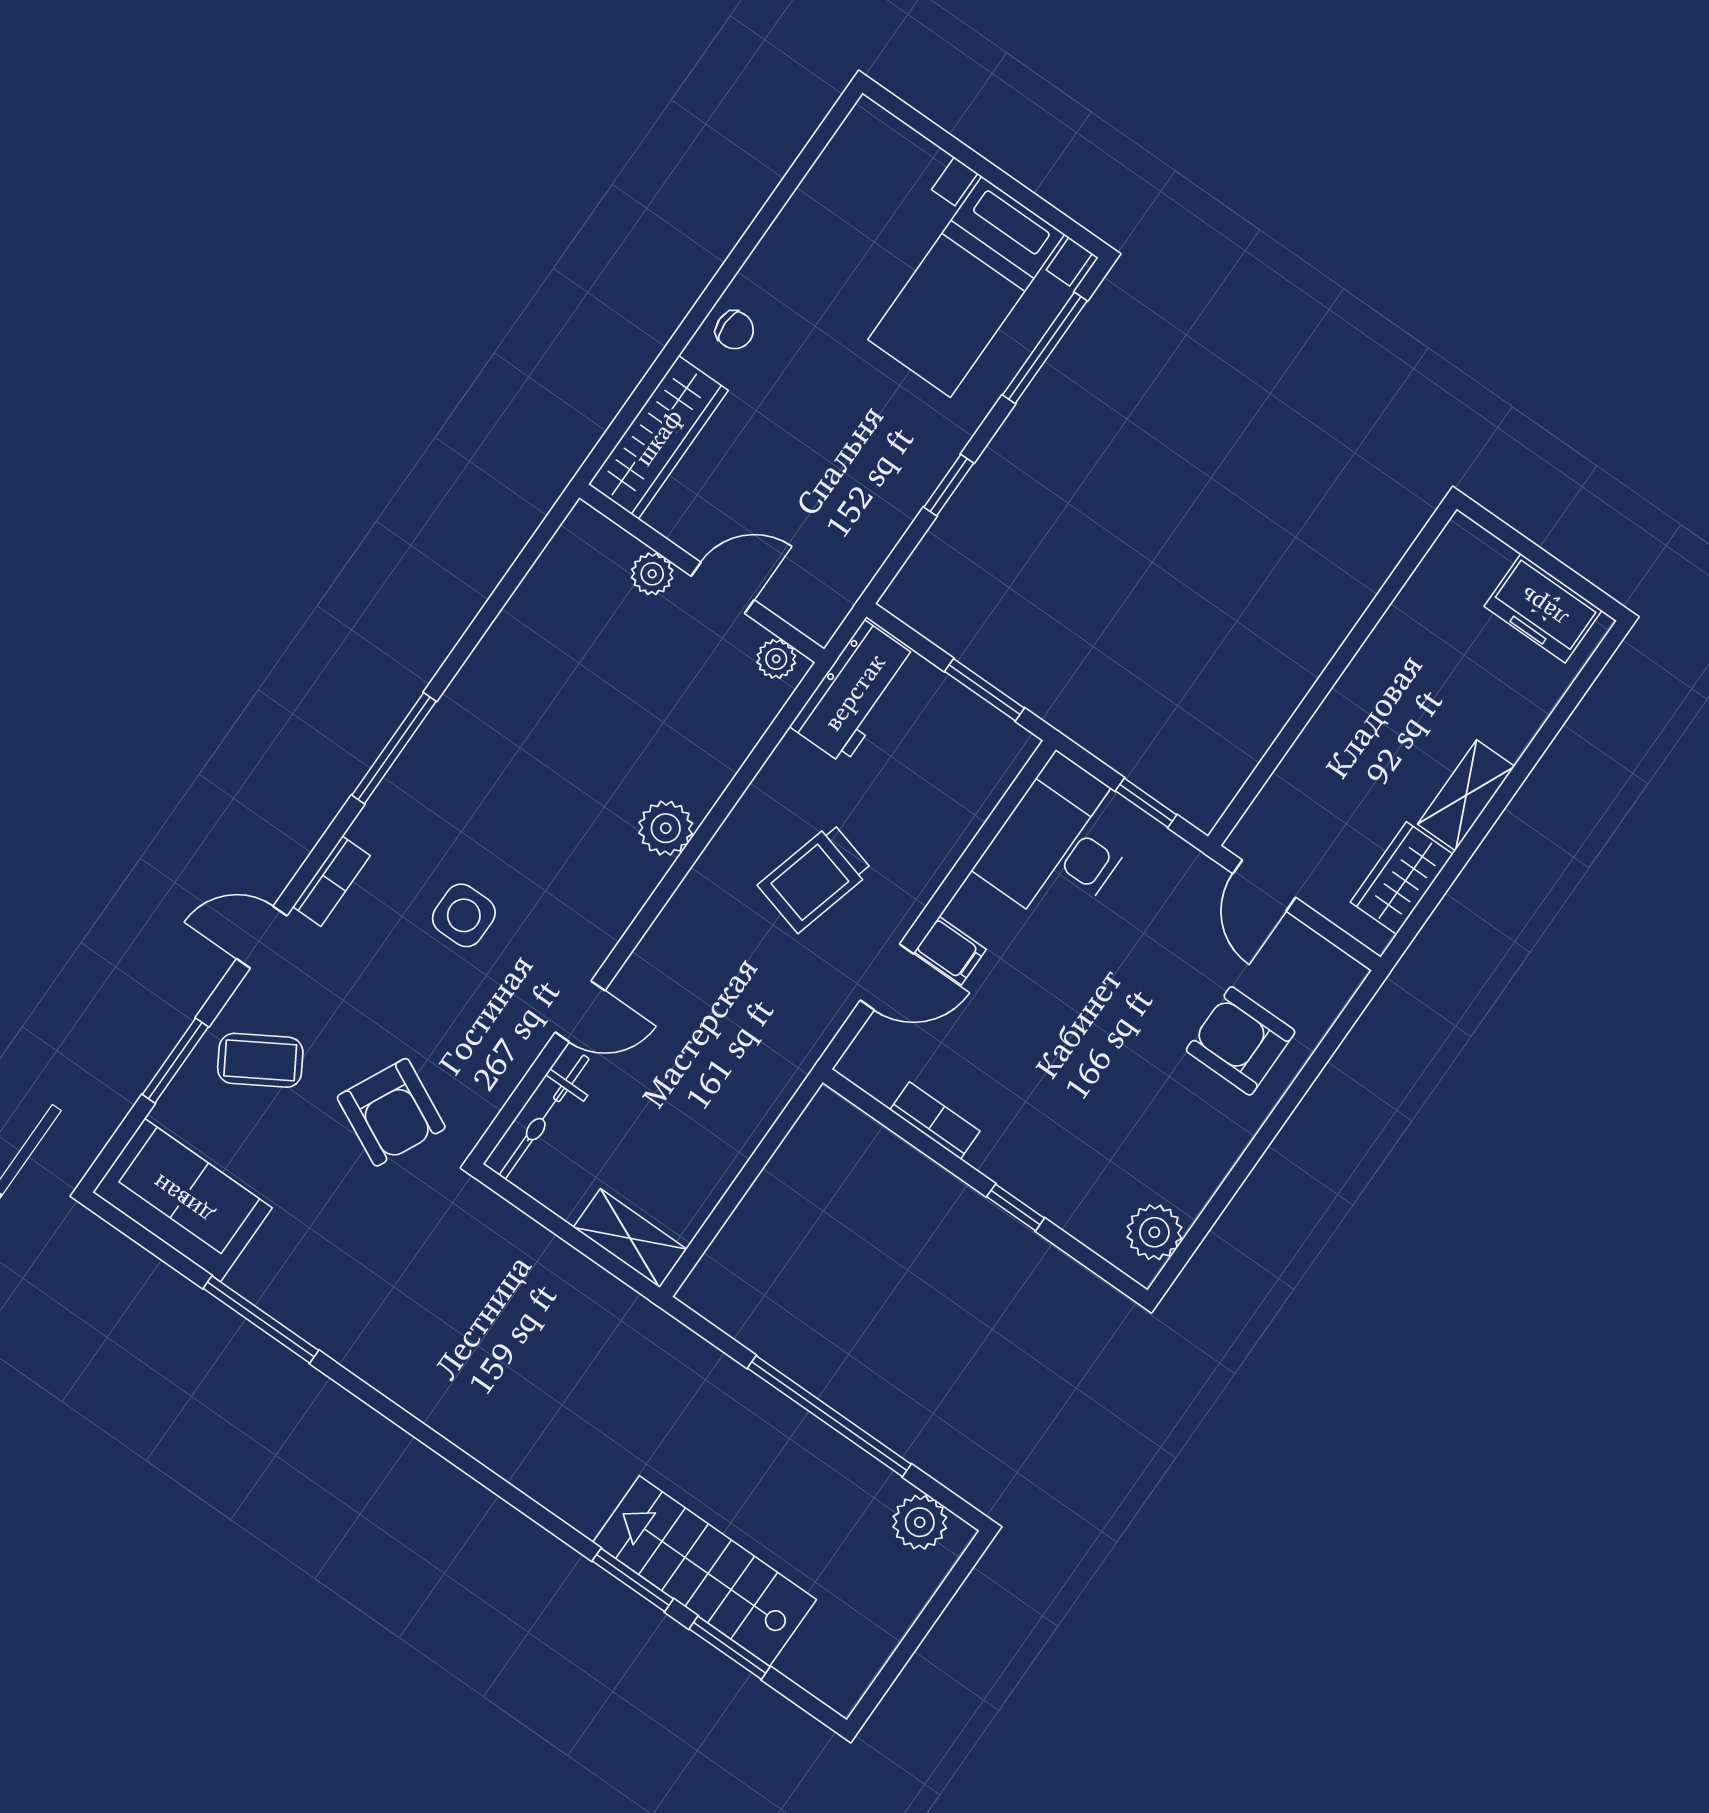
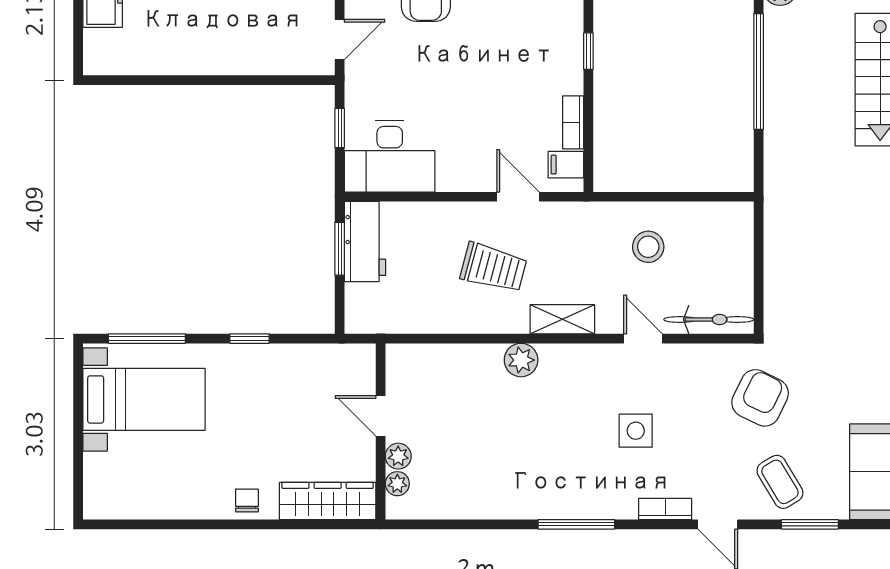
plant: (776, 659) -> (397, 484), moved
workbench: (854, 692) -> (365, 242), moved, turned 90
filing cabinet: (950, 951) -> (566, 165), moved, turned -90
stool: (698, 1104) -> (648, 247), added
shelving: (630, 1238) -> (562, 319), moved, turned 90

